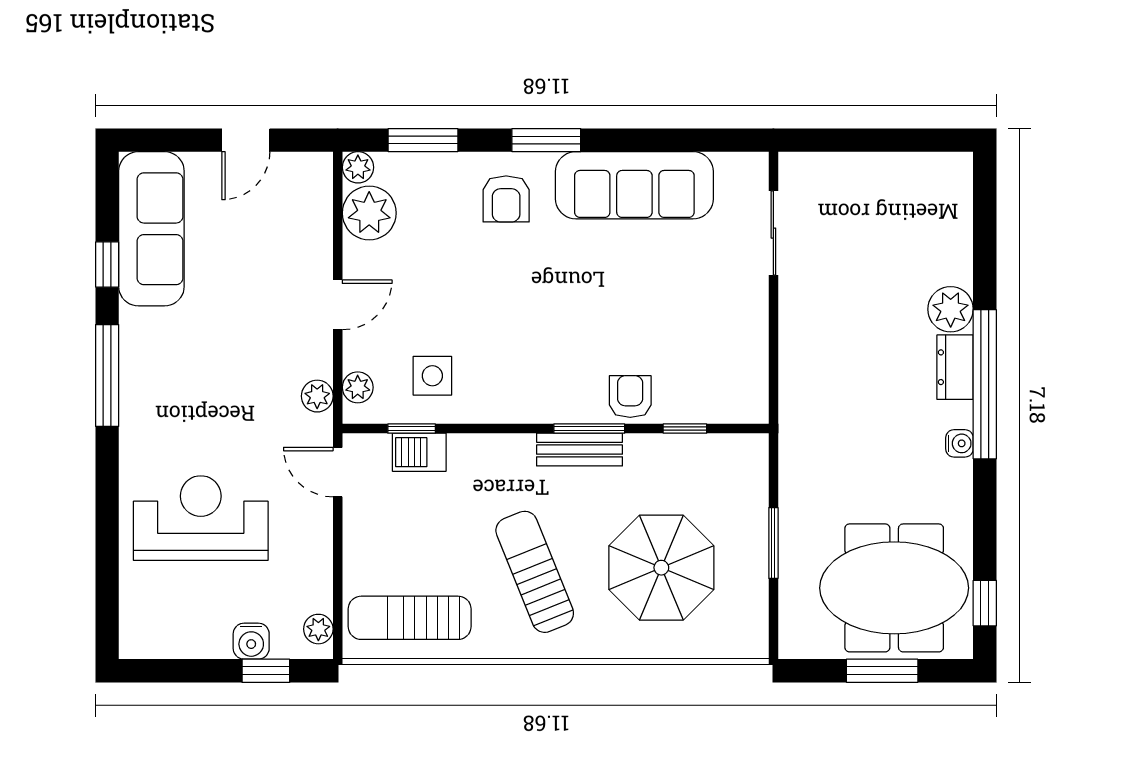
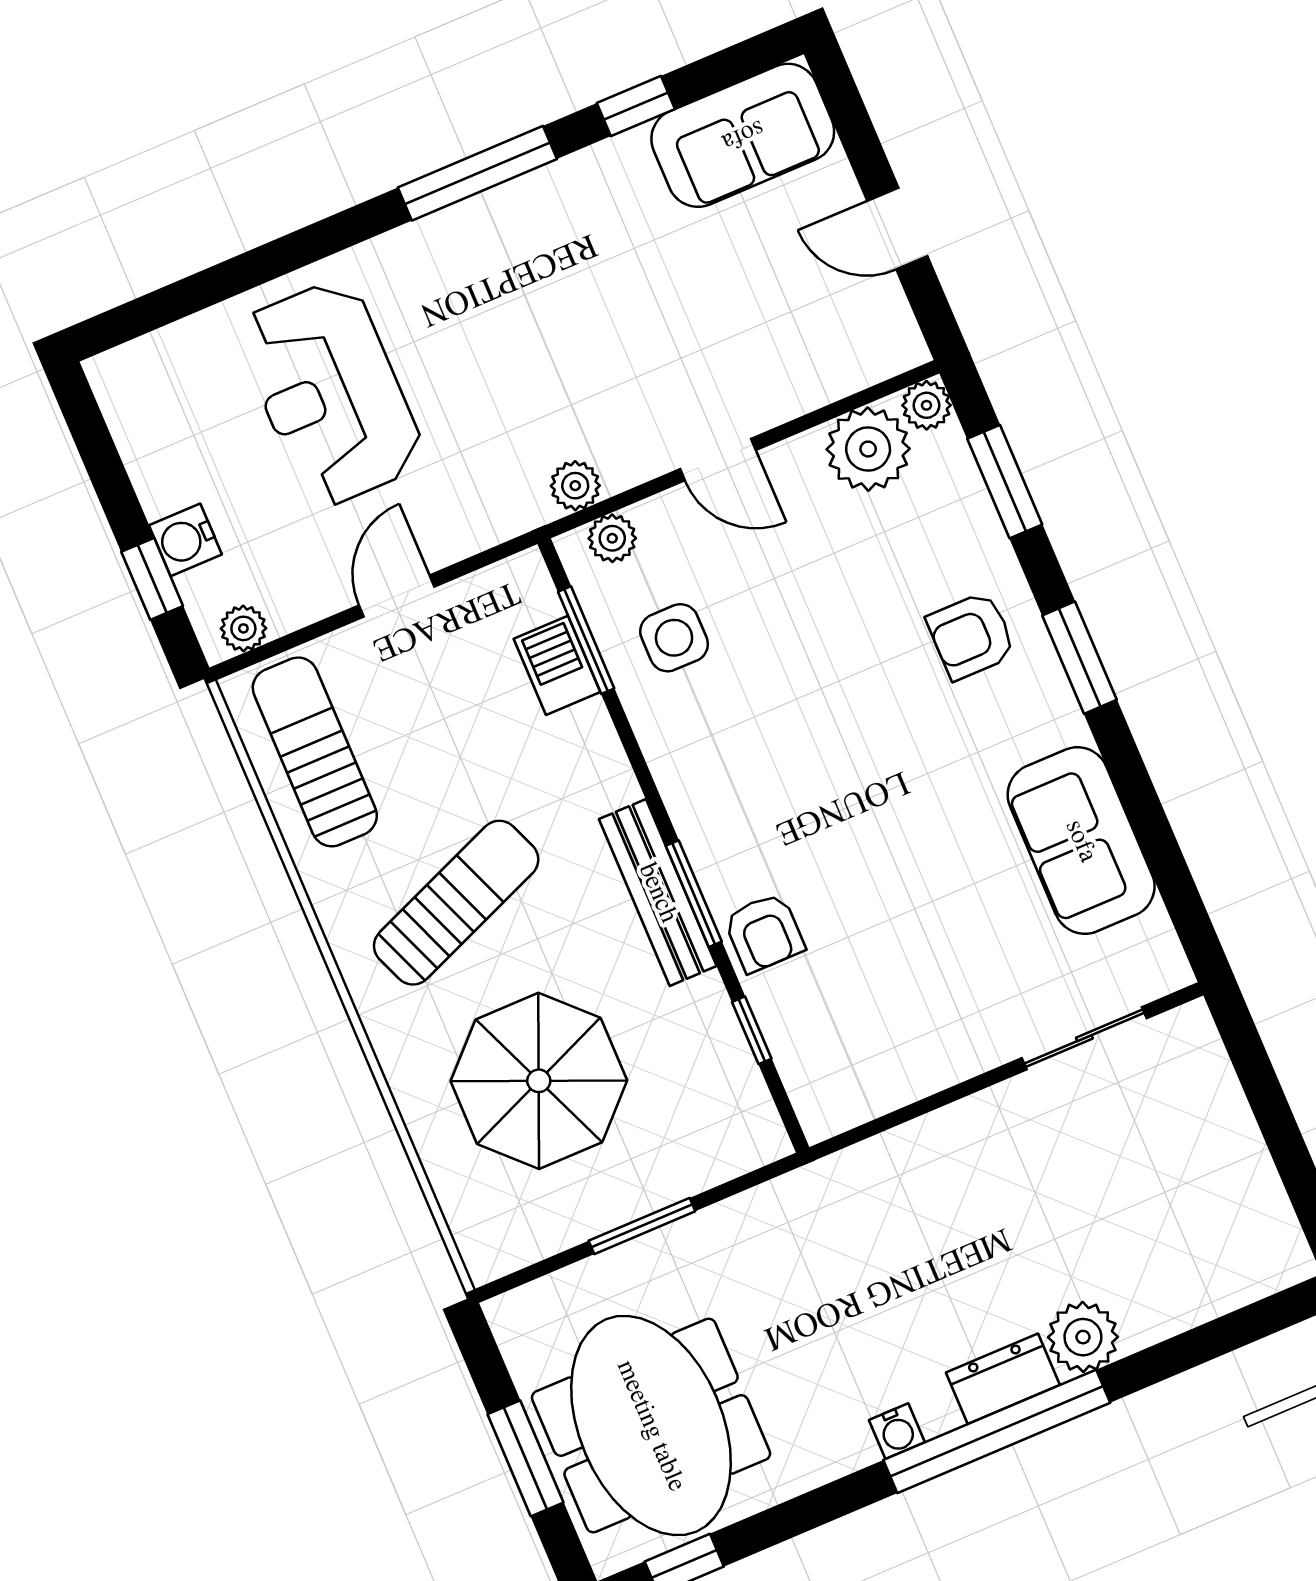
sofa: (634, 185) -> (1081, 841), width x0.73
sofa: (151, 229) -> (743, 135), width x0.73
armchair: (630, 397) -> (764, 933), turned 90
window: (412, 429) -> (586, 640), width x1.50
bench: (580, 450) -> (658, 893), width x1.36
door: (338, 472) -> (397, 596), moved
reception desk: (201, 518) -> (331, 393), turned 180

